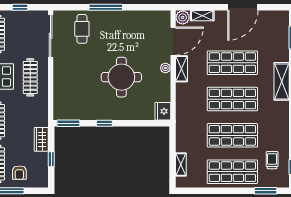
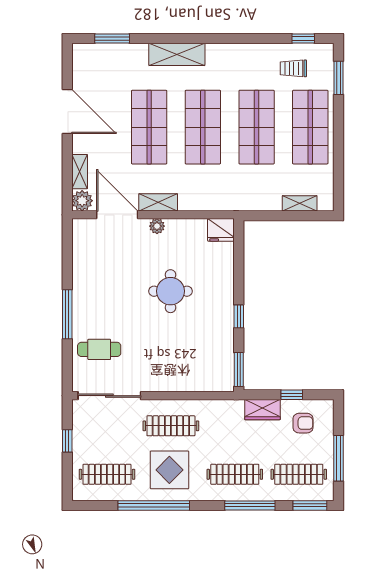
round table: (121, 77) -> (170, 291), width x0.73, depth x0.73
armchair: (19, 173) -> (303, 423), moved

